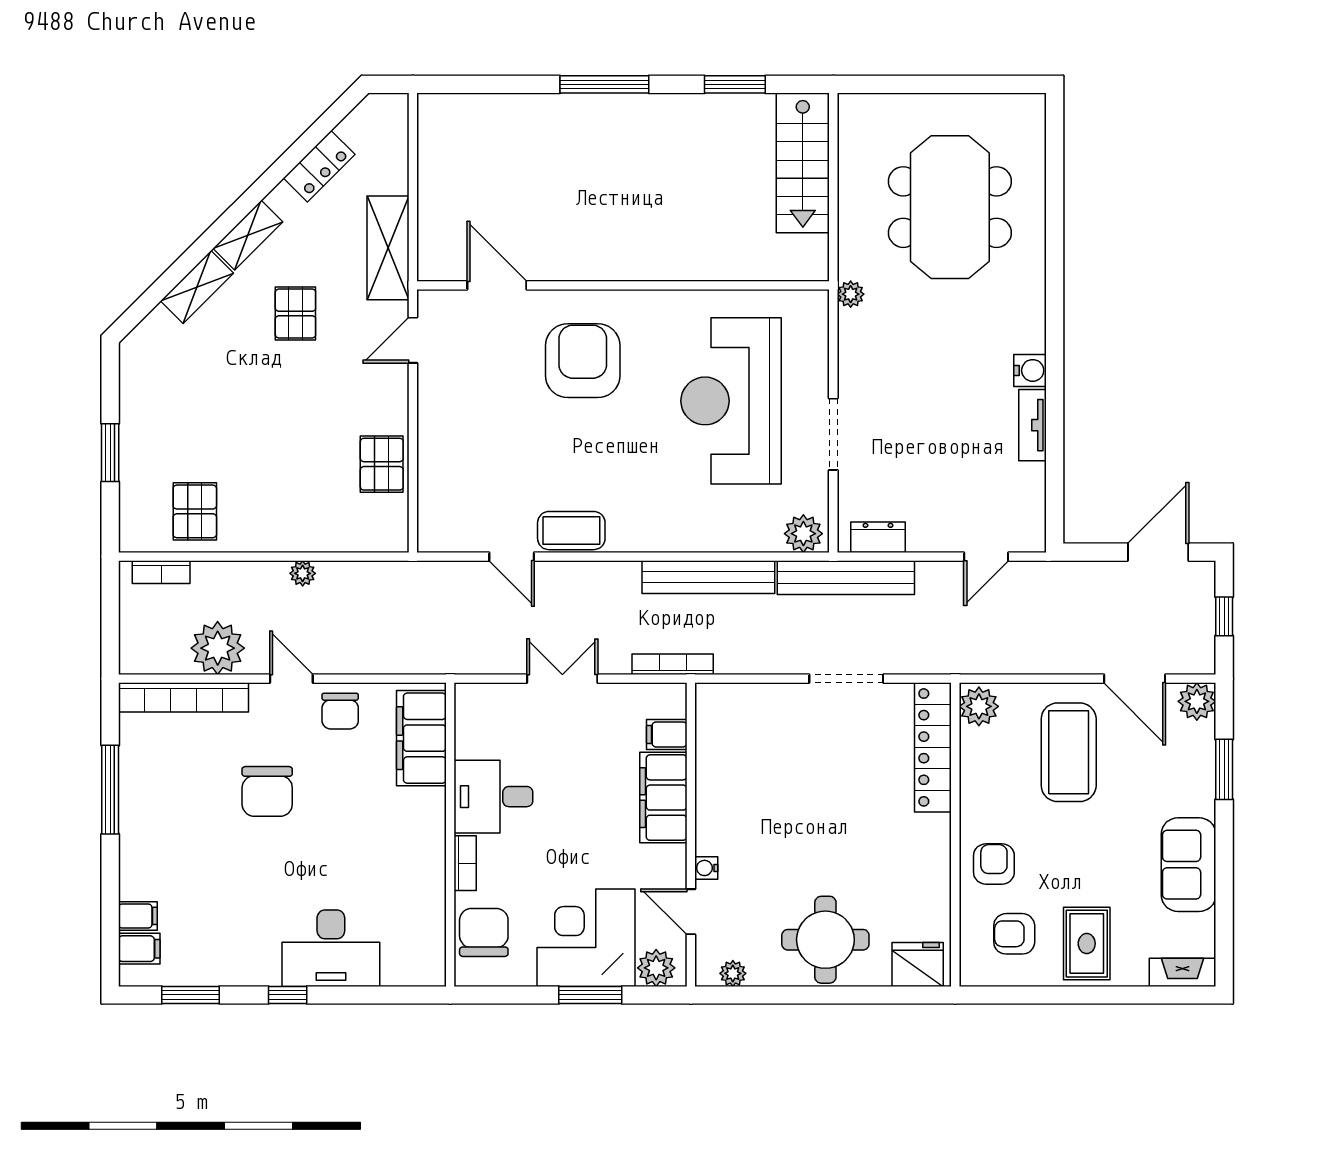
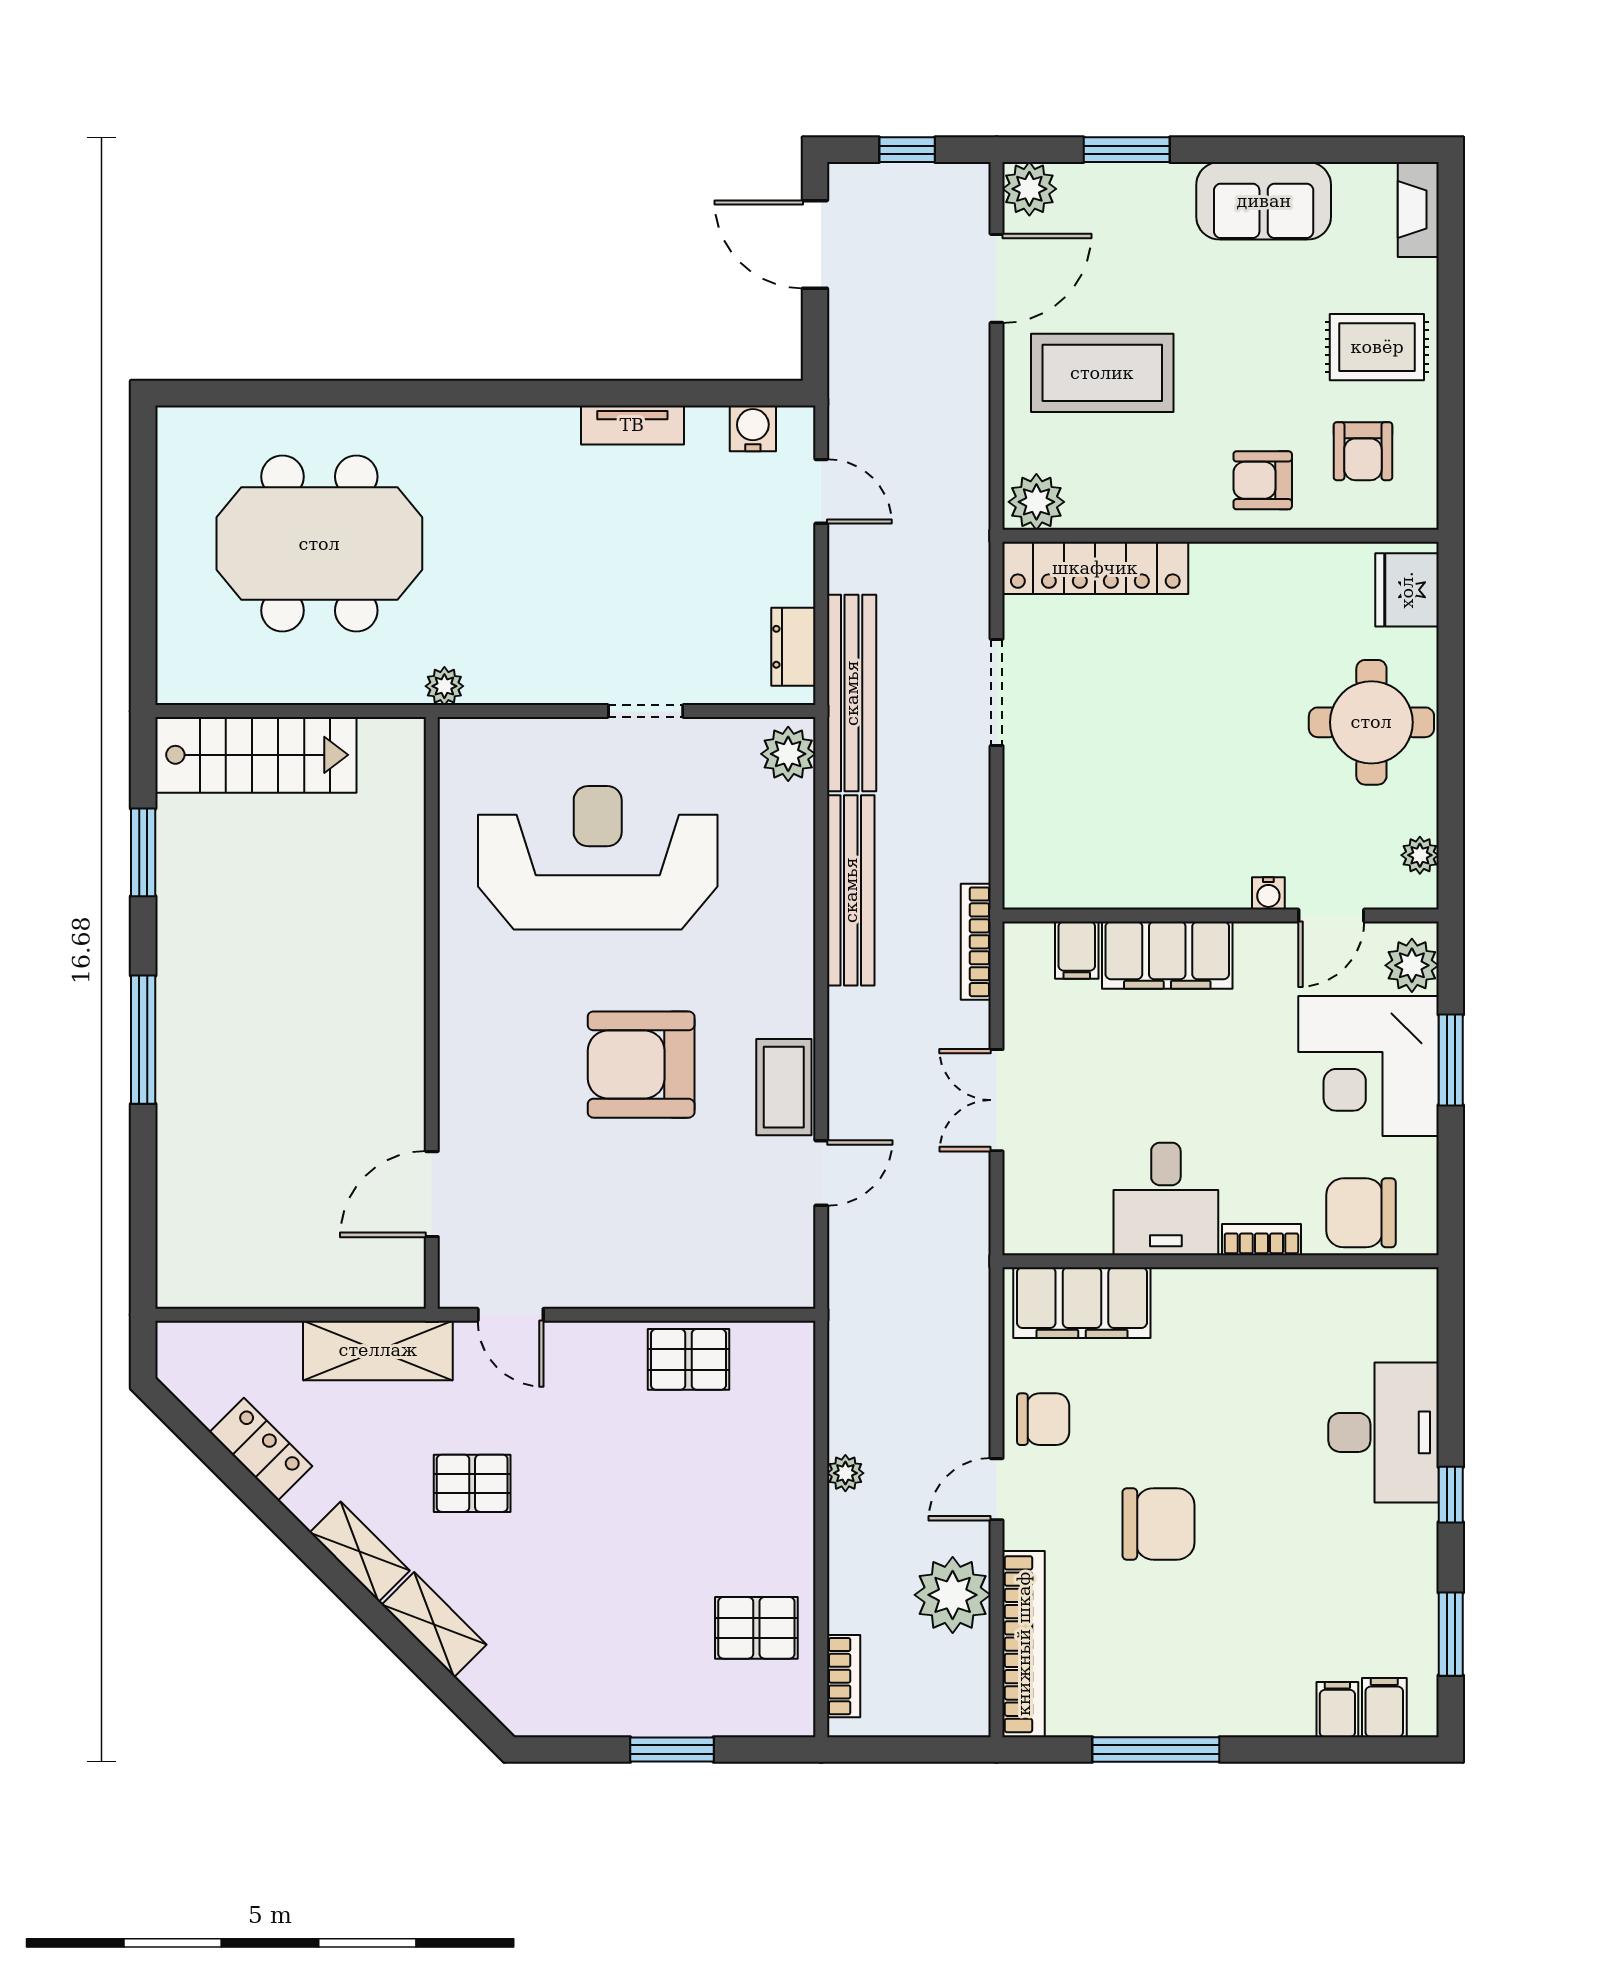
armchair: (583, 361) -> (641, 1065), moved
water cooler: (1030, 370) -> (753, 428), moved
reception desk: (731, 401) -> (598, 858), turned 180
doorway: (833, 434) -> (646, 711), width x0.73

